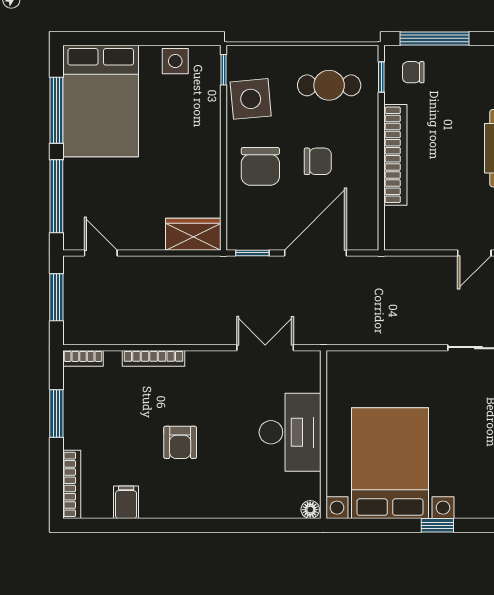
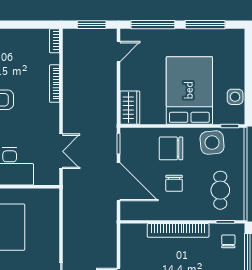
bed: (101, 101) -> (189, 90), moved, turned 90
window: (56, 414) -> (21, 25), removed

